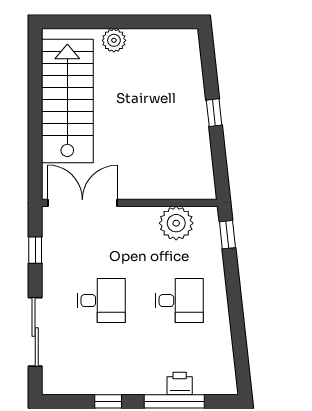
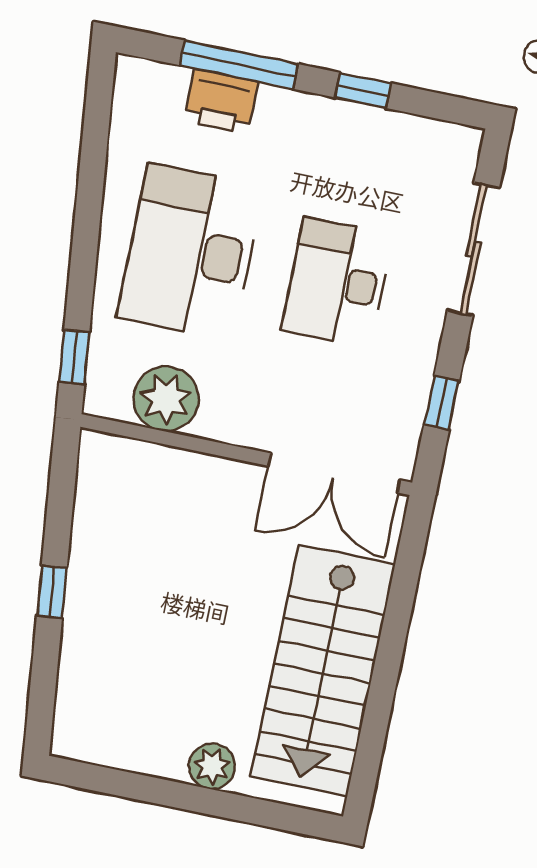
desk: (101, 301) -> (337, 282), width x1.37
desk: (179, 301) -> (190, 252), width x1.87, depth x1.30
printer: (180, 384) -> (221, 101), width x1.36, depth x1.24

